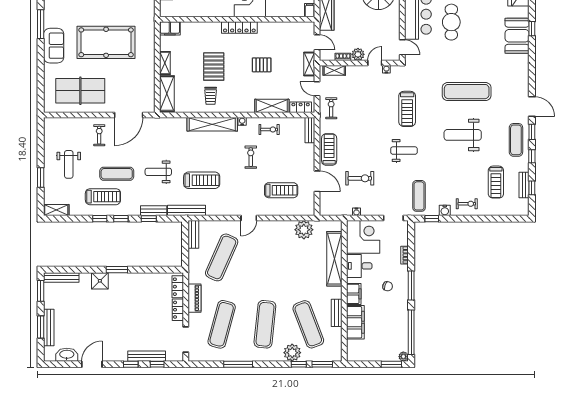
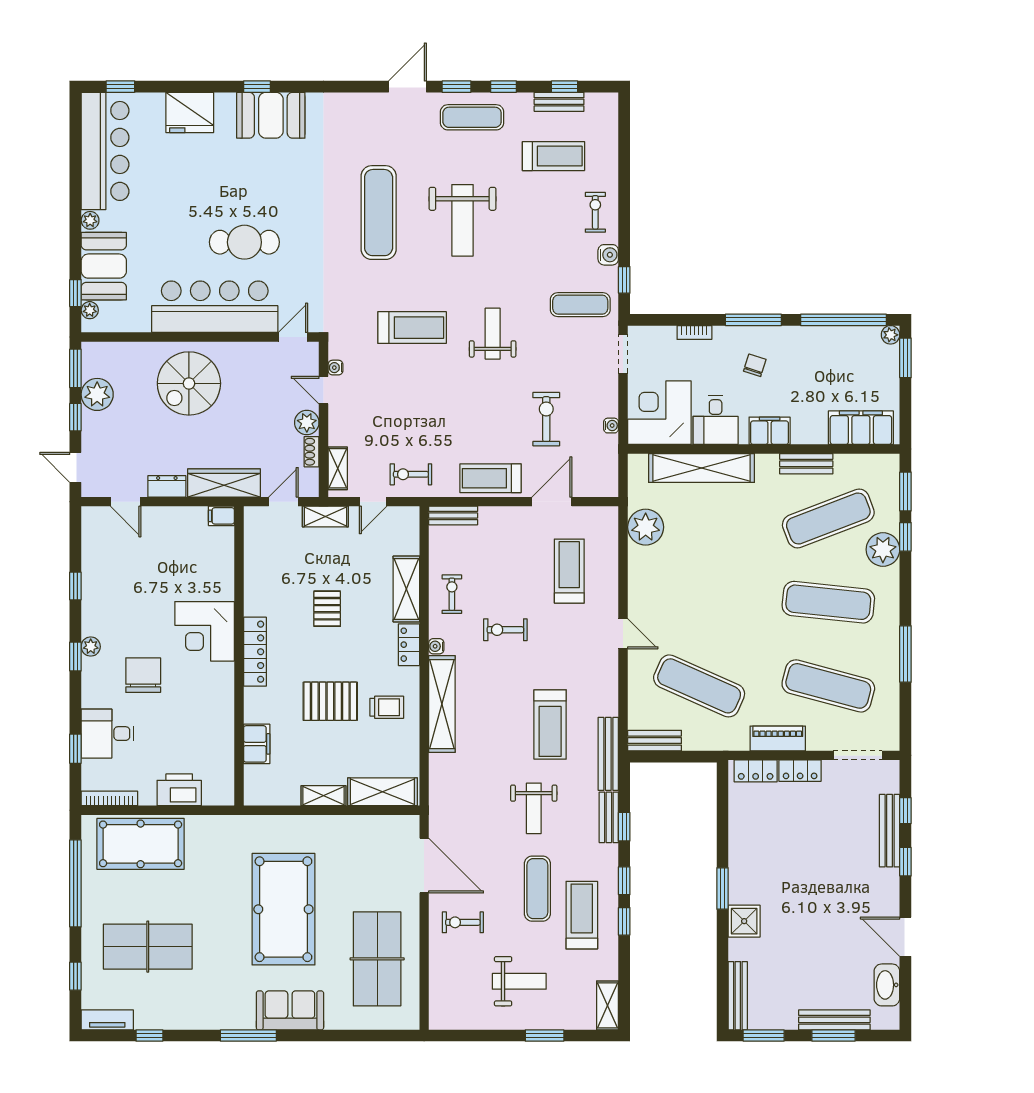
filing cabinet: (170, 28) -> (257, 744), moved
locker: (301, 107) -> (409, 645), moved
treadmill: (202, 180) -> (550, 724), turned 180
filing cabinet: (355, 322) -> (861, 428), moved

